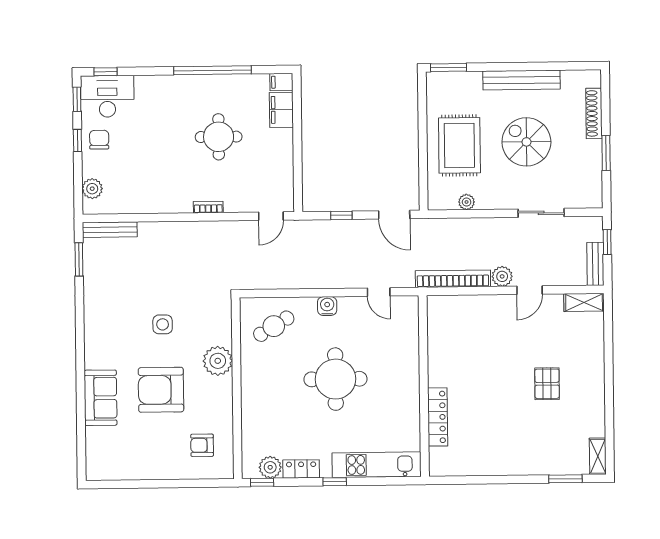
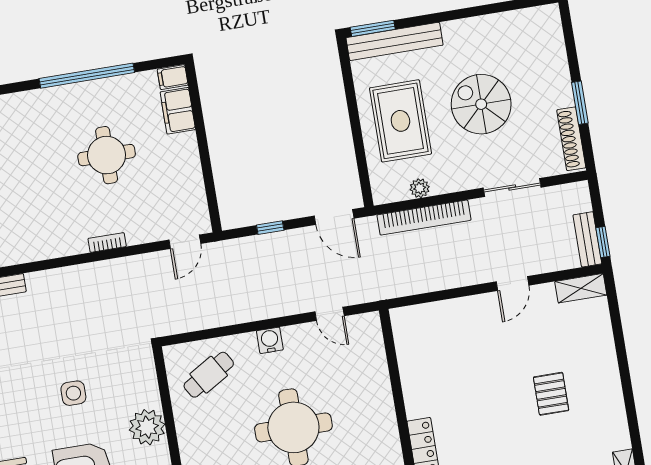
bench: (521, 80) -> (395, 41), moved
shoe rack: (594, 113) -> (571, 139), moved
window: (607, 242) -> (603, 242), moved
plant: (502, 276) -> (477, 272), removed
bookcase: (453, 279) -> (424, 218), moved, turned 180

